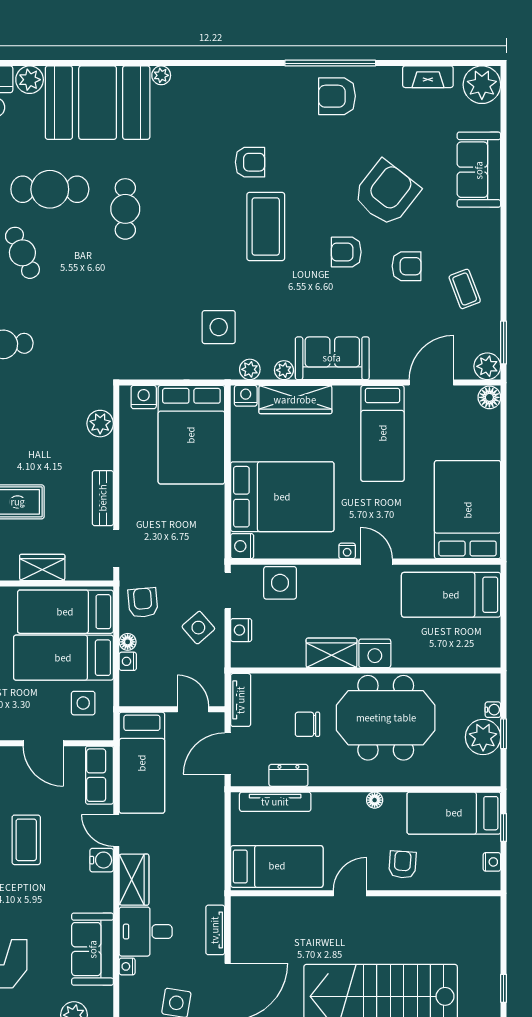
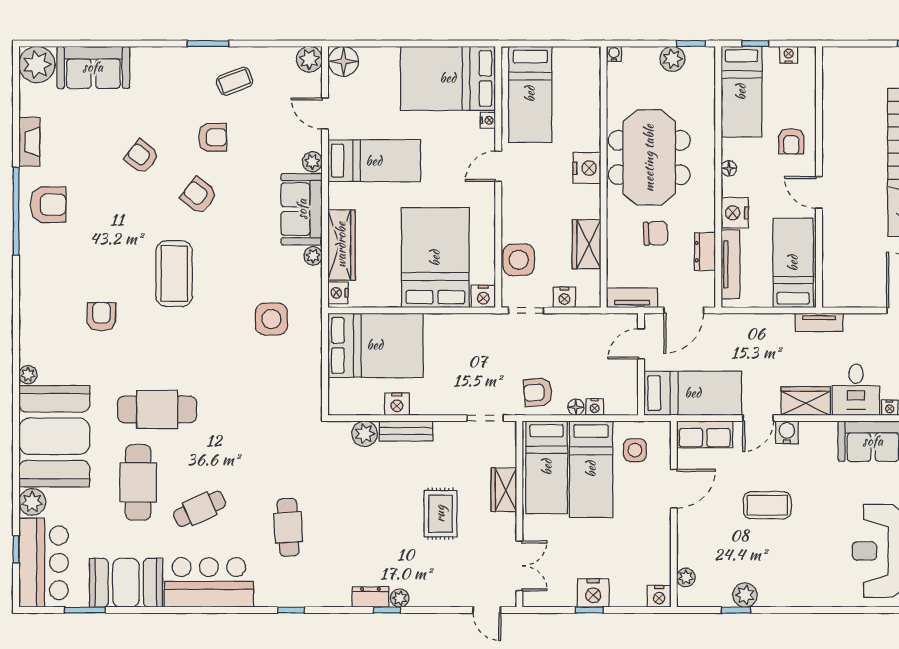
fireplace: (428, 77) -> (29, 142), moved
armchair: (337, 96) -> (48, 205), turned -90
armchair: (250, 162) -> (101, 317), moved
sofa: (479, 170) -> (93, 67), moved
armchair: (386, 193) -> (142, 157), width x0.53, depth x0.53
cafe table: (125, 209) -> (157, 409), width x1.37, depth x1.35
coffee table: (266, 226) -> (174, 274), turned 90
armchair: (346, 252) -> (199, 196), turned 128
armchair: (407, 266) -> (213, 137), turned 90
window: (504, 343) -> (208, 44), moved
plant: (250, 369) -> (312, 162), moved
door: (431, 383) -> (325, 113), width x0.73
nightstand: (144, 397) -> (397, 404), moved, turned -90
floor lamp: (489, 397) -> (343, 61), width x1.38, depth x1.38
bench: (103, 498) -> (406, 431), moved
nightstand: (347, 551) -> (488, 120), moved
side table: (198, 628) -> (562, 339), removed
wardrobe: (331, 653) -> (587, 244), moved
water cooler: (493, 710) -> (614, 54), moved
chair: (307, 724) -> (656, 233), turned -93
window: (504, 734) -> (691, 44), moved
plant: (483, 737) -> (672, 59), width x0.73, depth x0.73
door: (228, 753) -> (684, 310), hinge flipped
nightstand: (329, 806) -> (735, 213), added
armchair: (402, 865) -> (791, 141), turned -94
tv unit: (215, 930) -> (819, 322), moved

